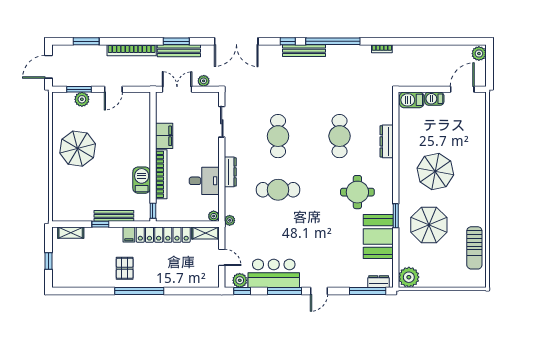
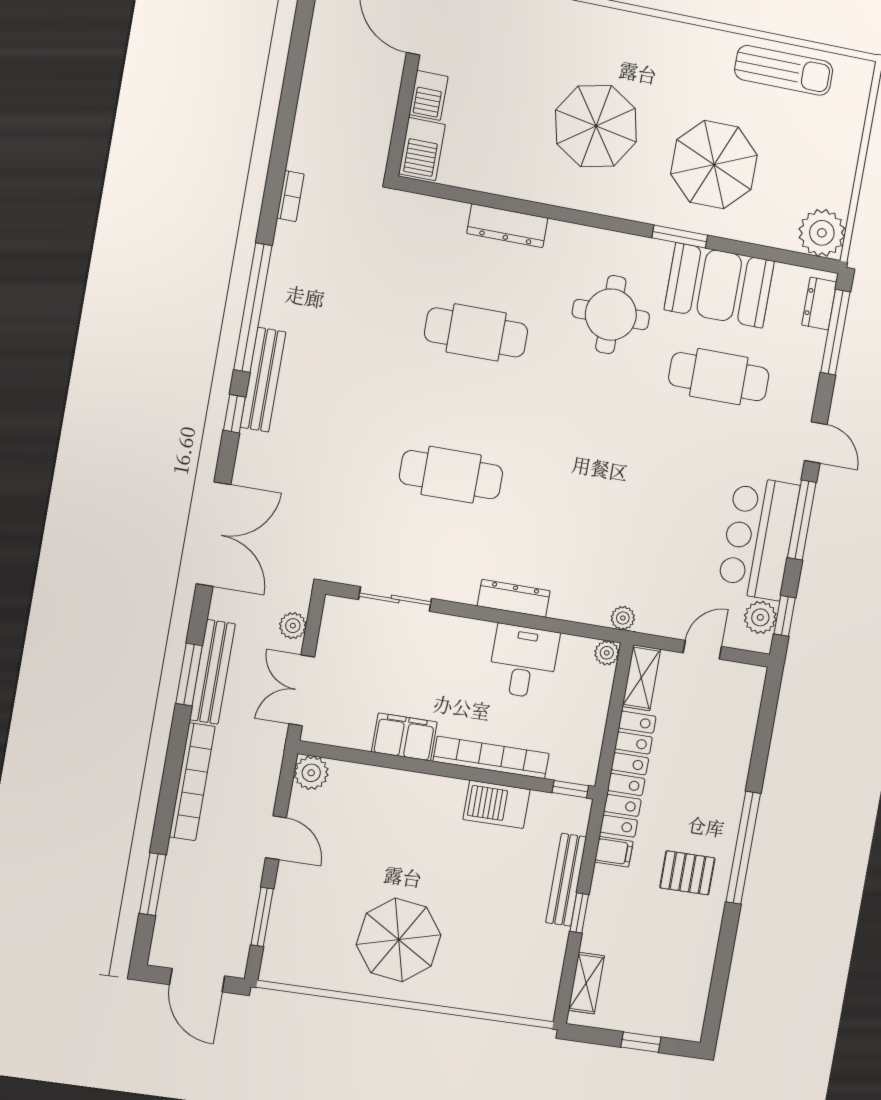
plant: (82, 99) -> (311, 773), moved
cafe table: (278, 190) -> (719, 377), moved, turned 90

